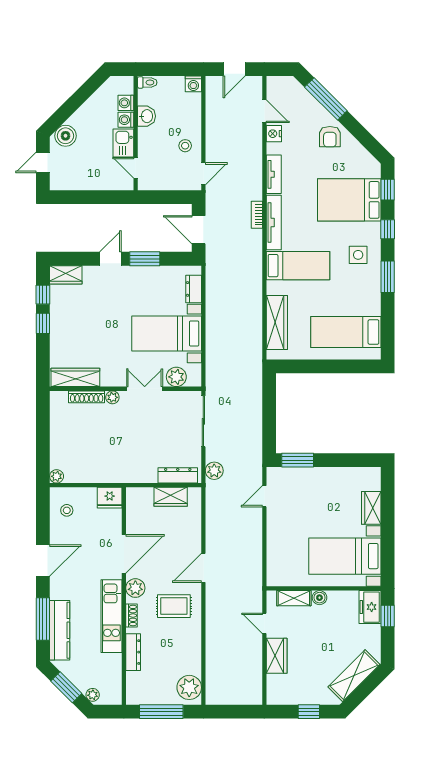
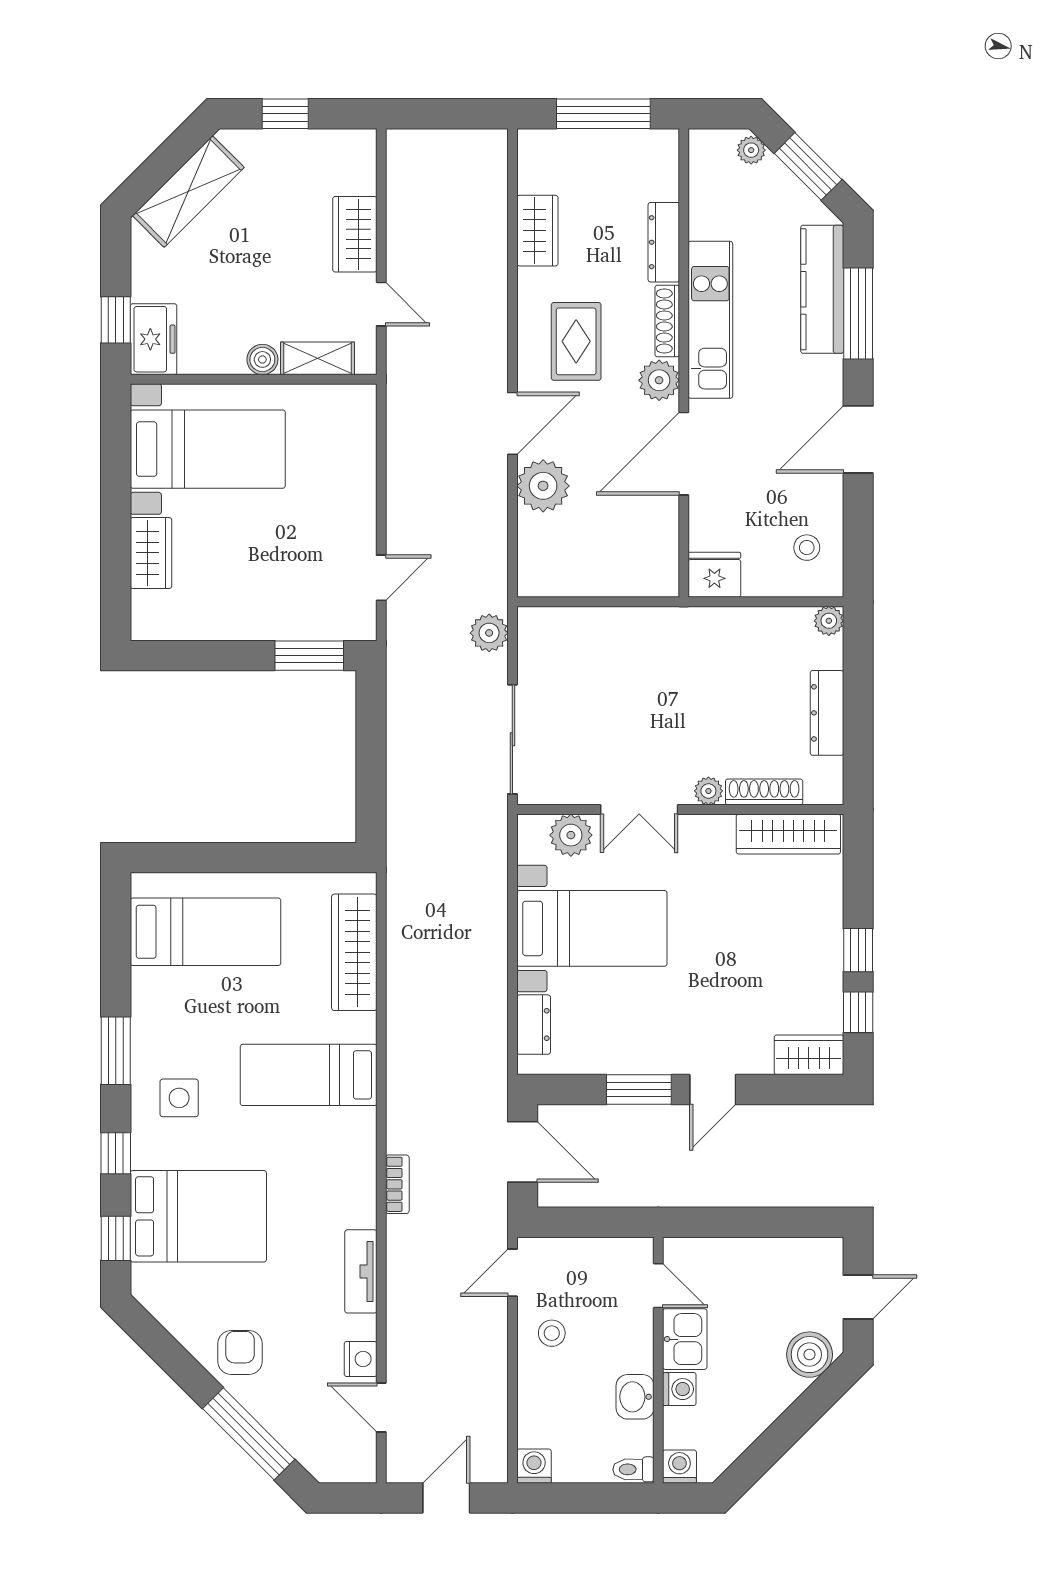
washing machine: (126, 103) -> (679, 1467), moved, turned -90
tv unit: (274, 223) -> (361, 1168), removed
dresser: (178, 475) -> (827, 713), moved, turned 90
wardrobe: (171, 497) -> (537, 231), moved, turned 90
rug: (174, 606) -> (576, 341), turned 90
shoe rack: (132, 616) -> (667, 321), width x1.43
plant: (189, 687) -> (543, 486), moved

